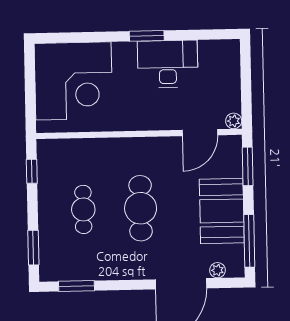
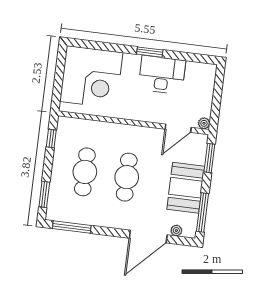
cafe table: (83, 209) -> (85, 172), width x1.37, depth x1.35
window: (76, 286) -> (72, 227), width x1.44

